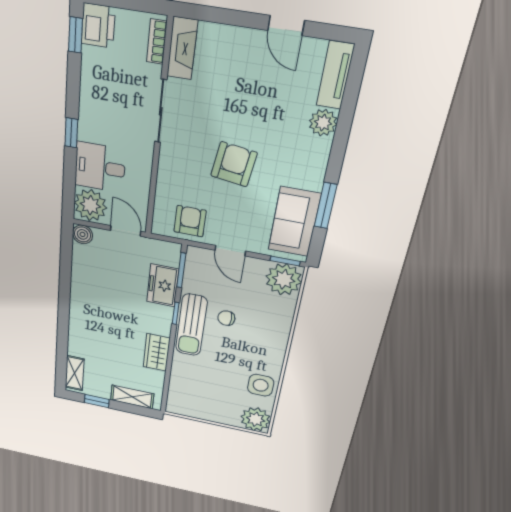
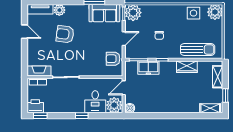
door: (286, 25) -> (24, 32), hinge flipped
armchair: (234, 164) -> (65, 34), moved
sun lounger: (191, 325) -> (198, 50), moved

